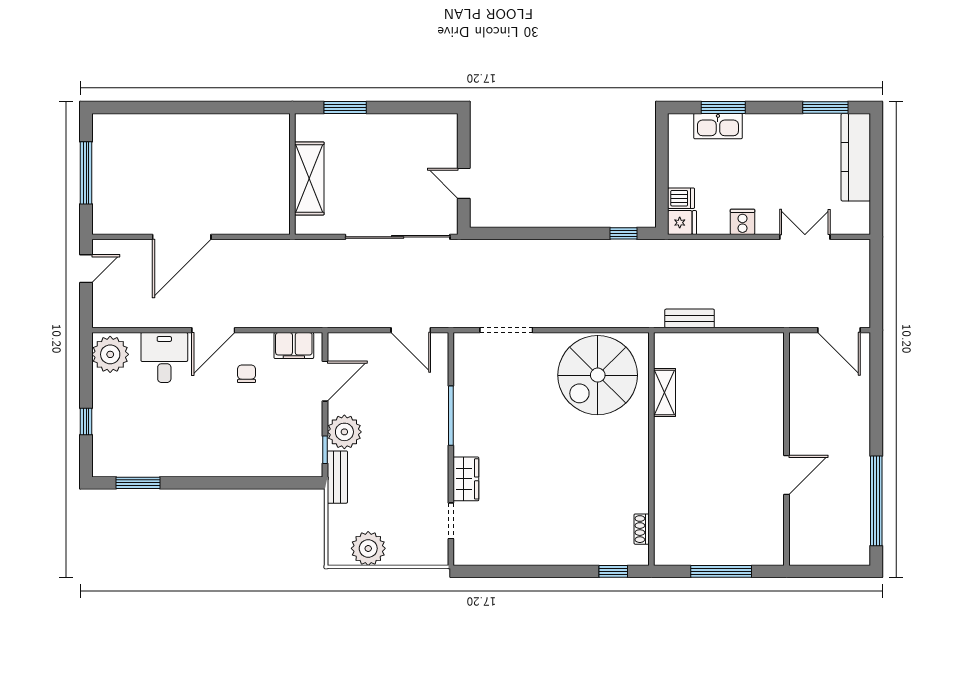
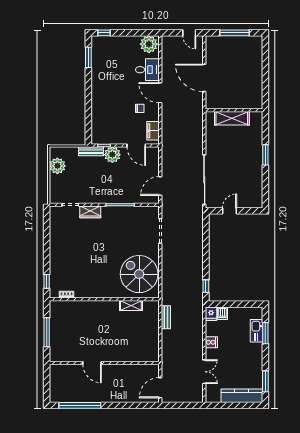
wall: (292, 174) -> (234, 110), moved
shelving: (309, 178) -> (232, 118), moved
window: (86, 422) -> (104, 33), moved

